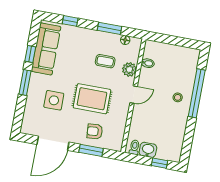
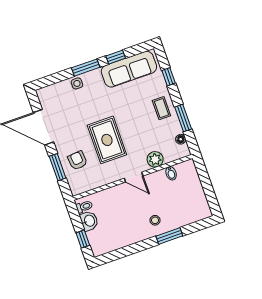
coffee table: (105, 61) -> (161, 108), moved
window: (197, 93) -> (169, 236), width x0.47
side table: (54, 100) -> (77, 83), moved, width x0.54, depth x0.54

